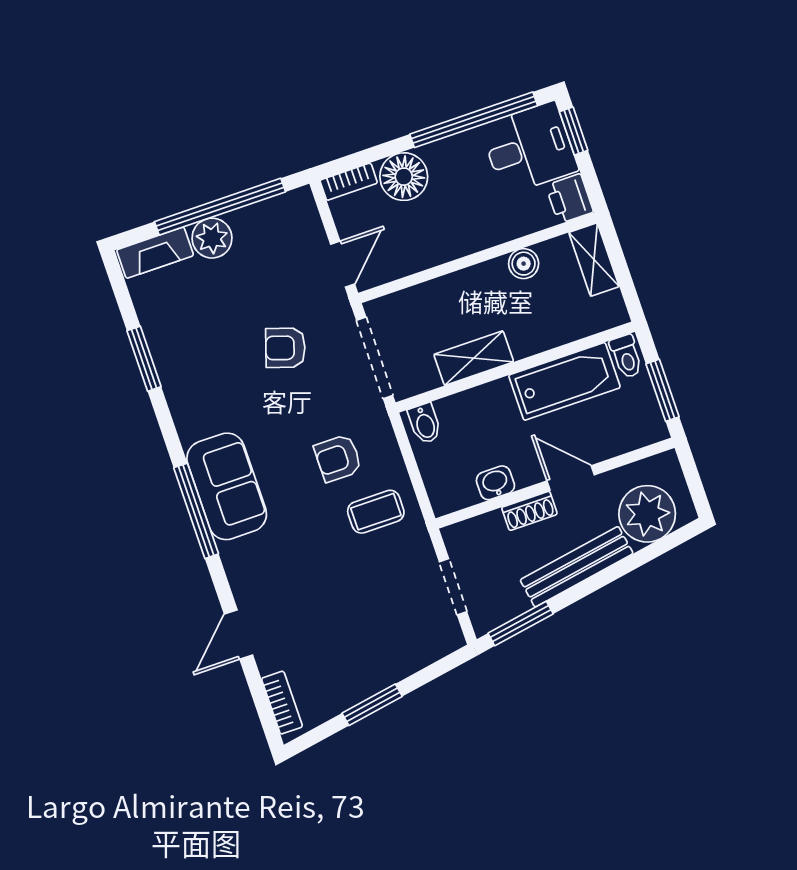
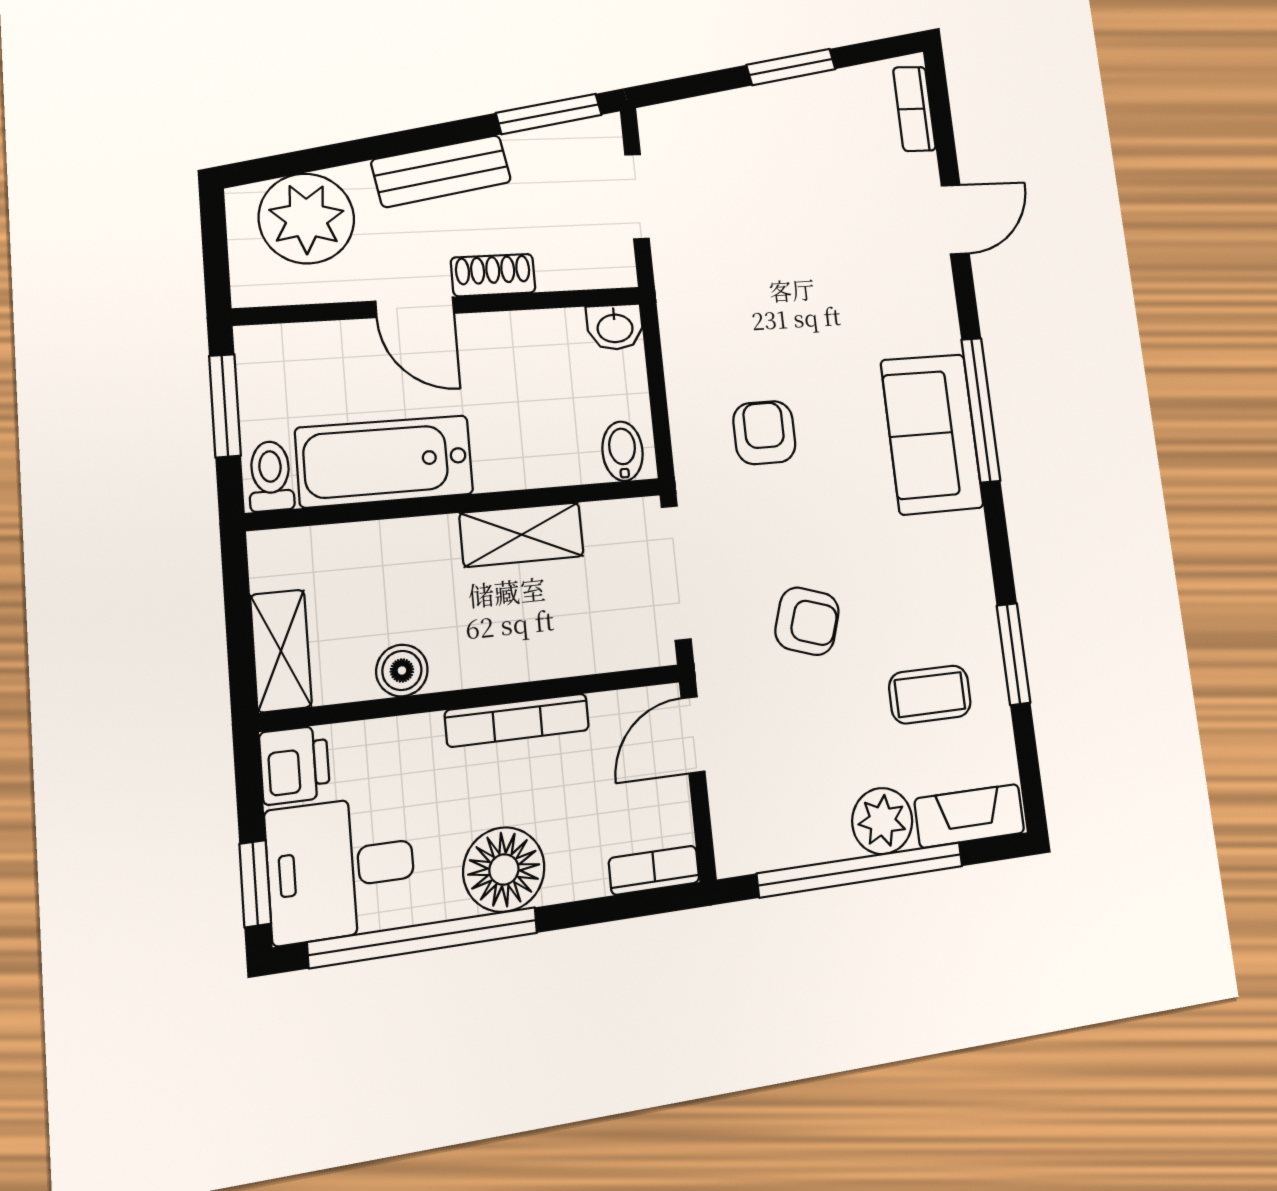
floor lamp: (404, 177) -> (504, 870), moved
bookcase: (450, 250) -> (517, 720), added
armchair: (338, 458) -> (764, 433), turned -90
washbasin: (495, 483) -> (615, 327), moved
coffee table: (376, 512) -> (930, 695), moved
bench: (577, 567) -> (441, 171), width x0.73

